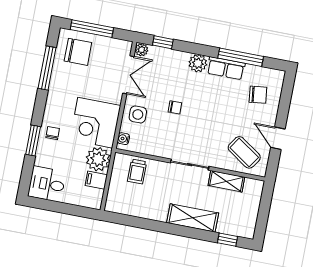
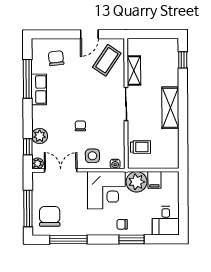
plant: (198, 63) -> (40, 136), moved
shelving: (193, 218) -> (170, 108), moved

